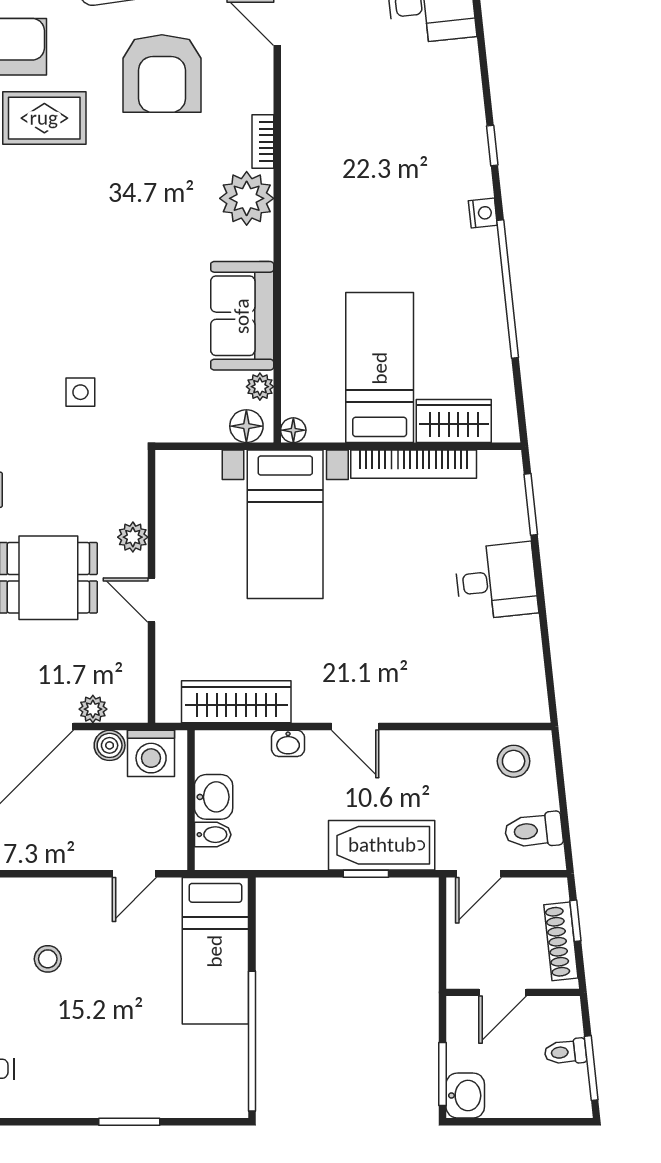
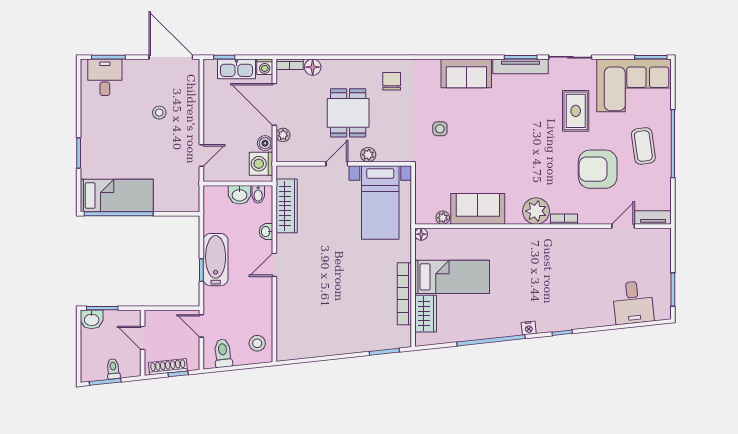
floor lamp: (246, 426) -> (423, 211), removed
bed with nightstands: (285, 524) -> (380, 203), moved, turned -90
desk: (496, 581) -> (346, 335), removed
bidet: (213, 835) -> (258, 194), moved
bathtub: (382, 845) -> (216, 260), moved
door: (134, 874) -> (201, 155), swing flipped
bed: (215, 951) -> (117, 196), moved, turned 180

